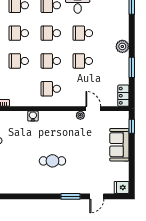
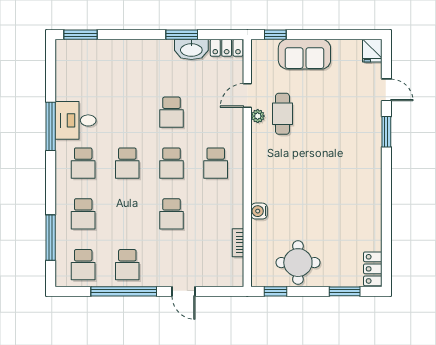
school desk: (19, 33) -> (127, 214), removed
school desk: (83, 33) -> (127, 112), removed
plant: (122, 46) -> (148, 49), removed
washbasin: (122, 73) -> (191, 49), added
water cooler: (33, 116) -> (259, 211), moved
cafe table: (52, 161) -> (282, 114), moved

